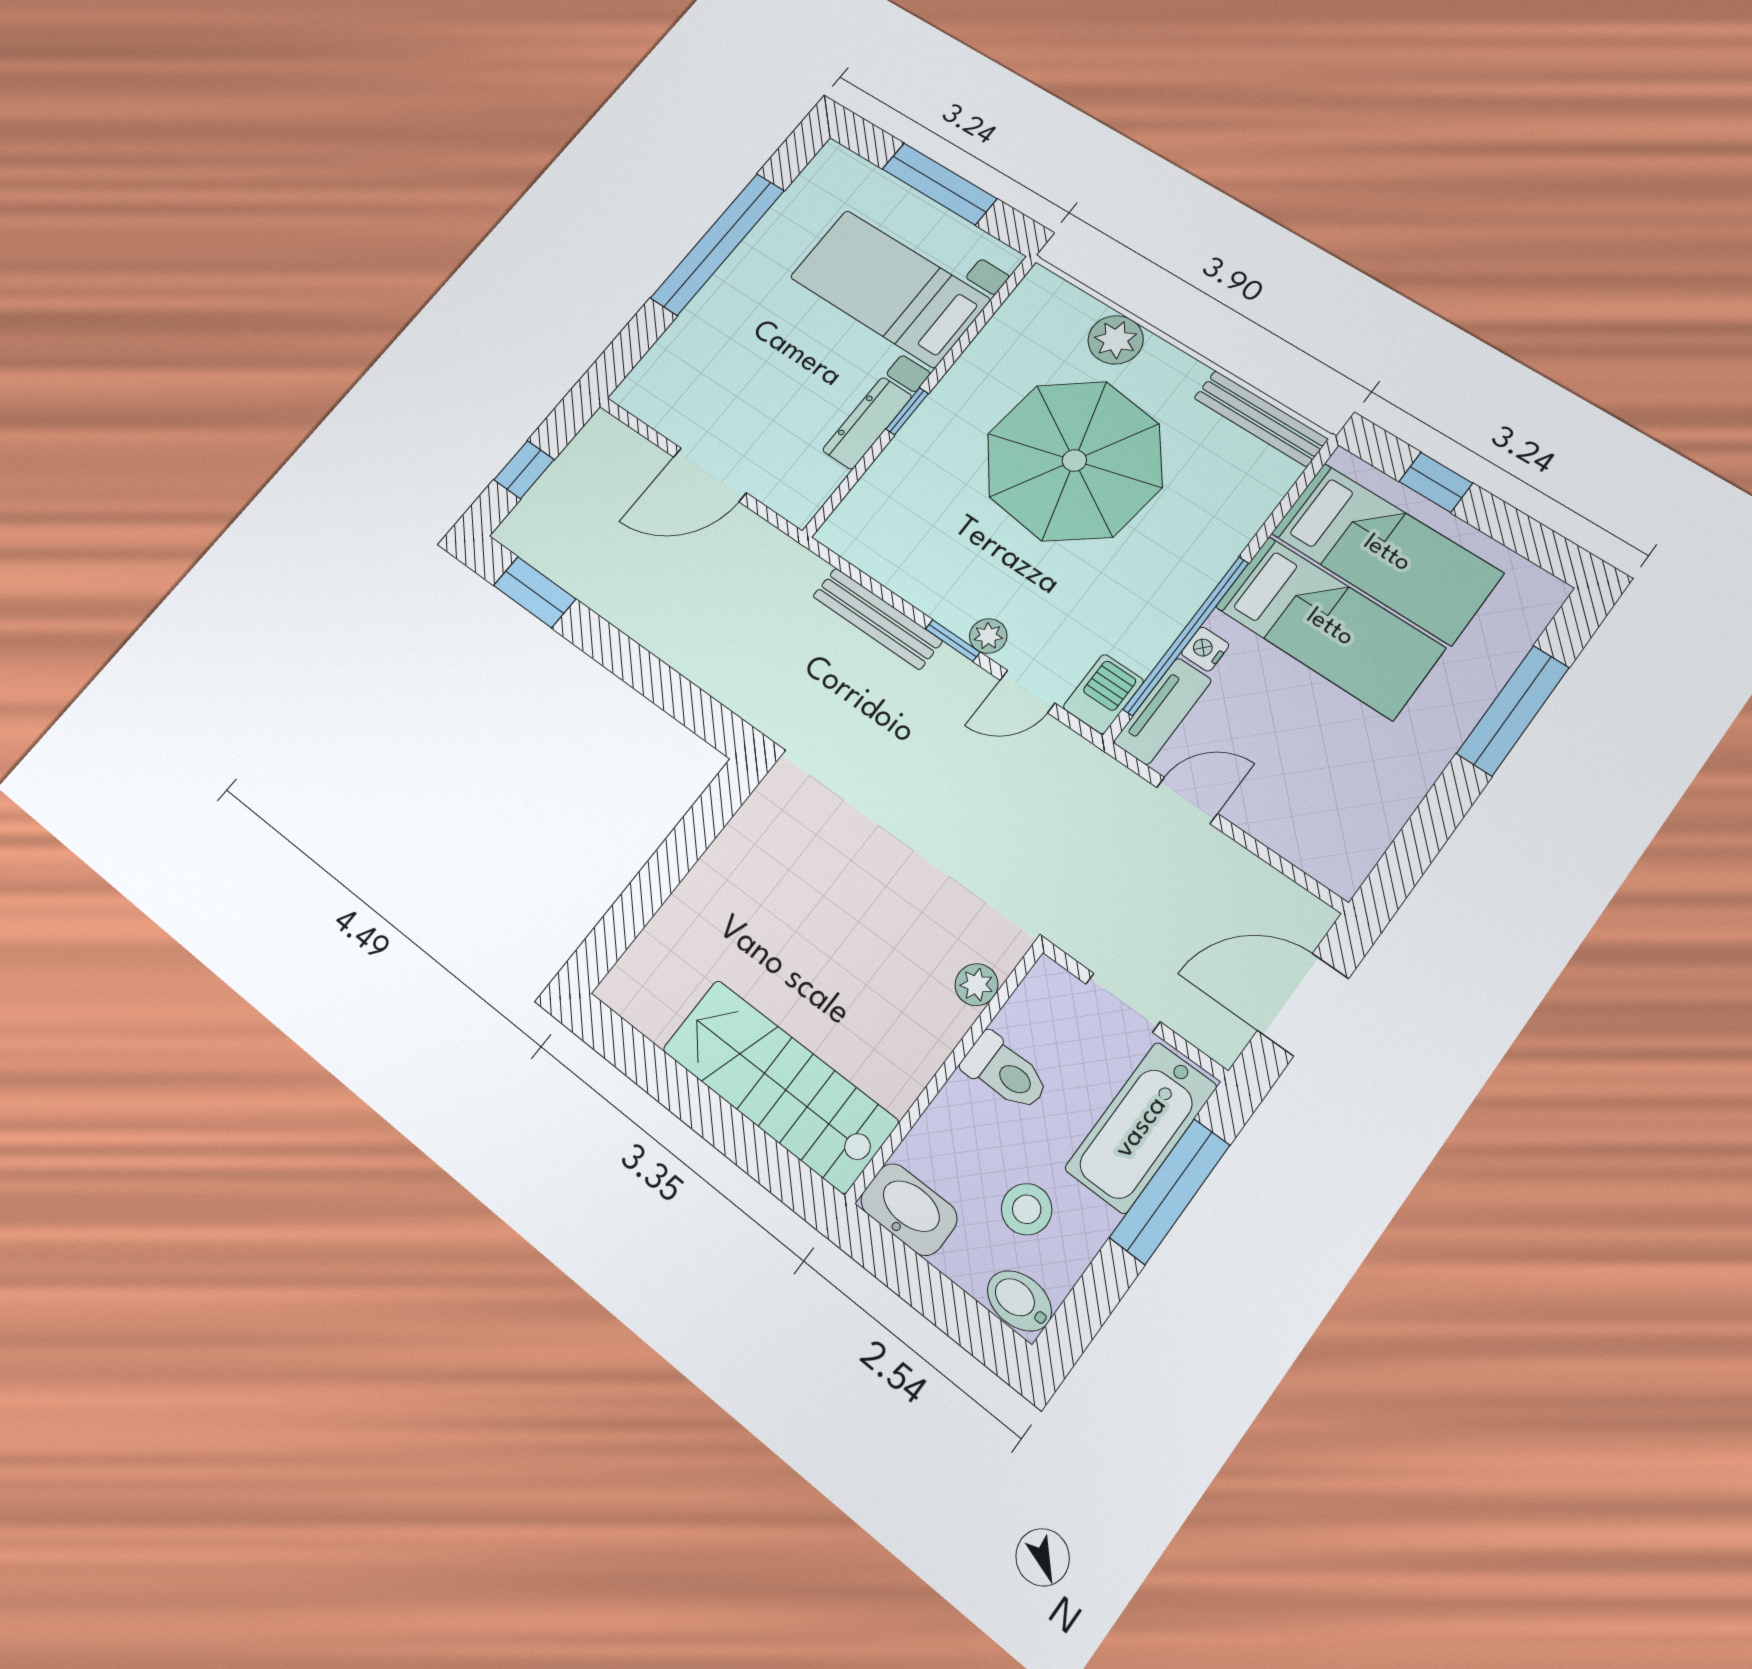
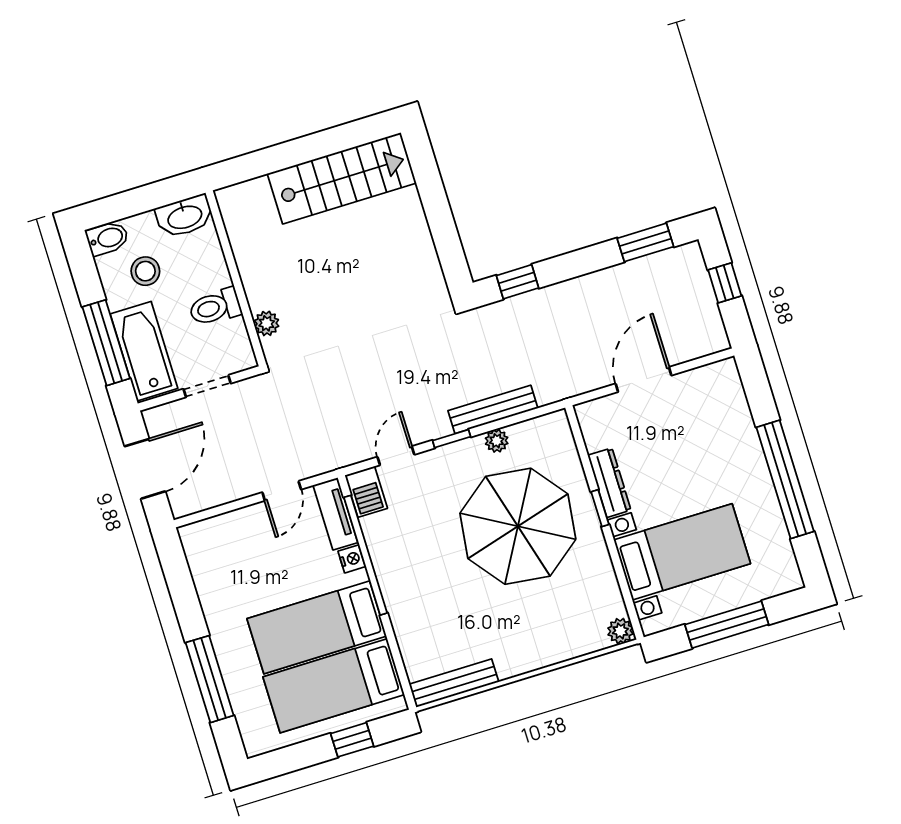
plant: (1116, 340) -> (620, 631), moved, width x0.73, depth x0.73
parasol: (1074, 460) -> (518, 526), moved
plant: (988, 636) -> (497, 441), moved
window: (690, 706) -> (518, 282), added
stairs: (780, 1085) -> (342, 178), moved

